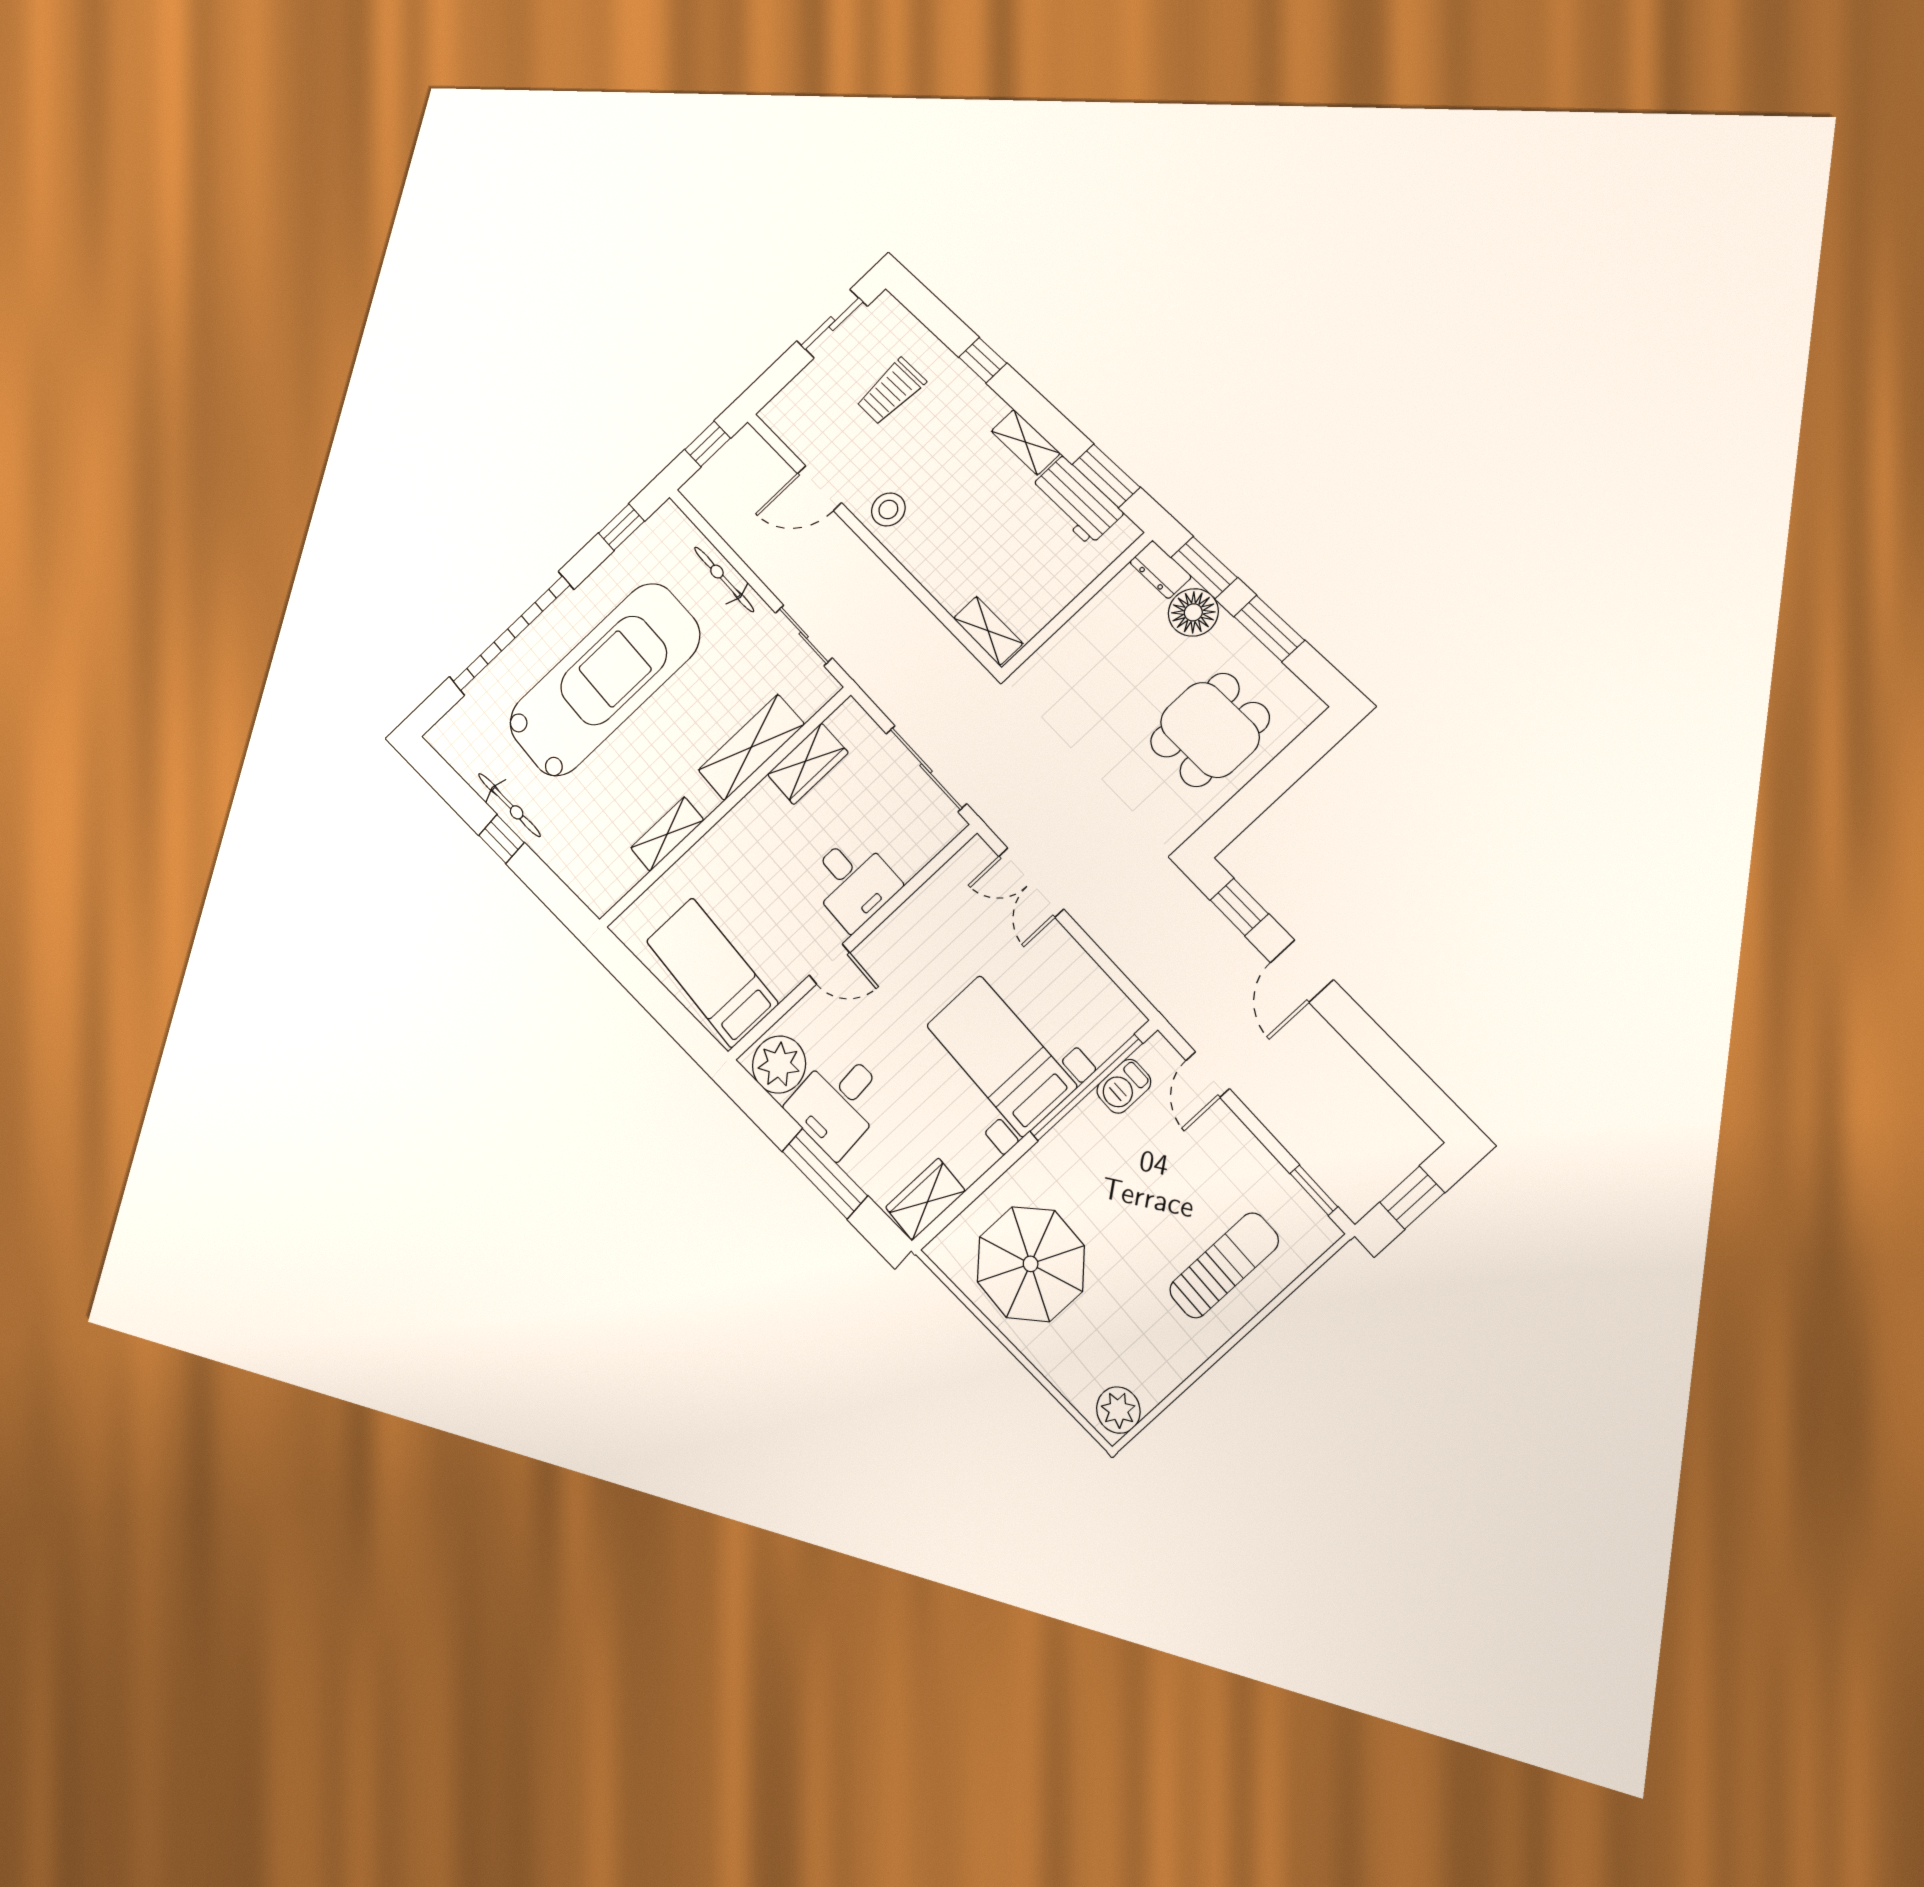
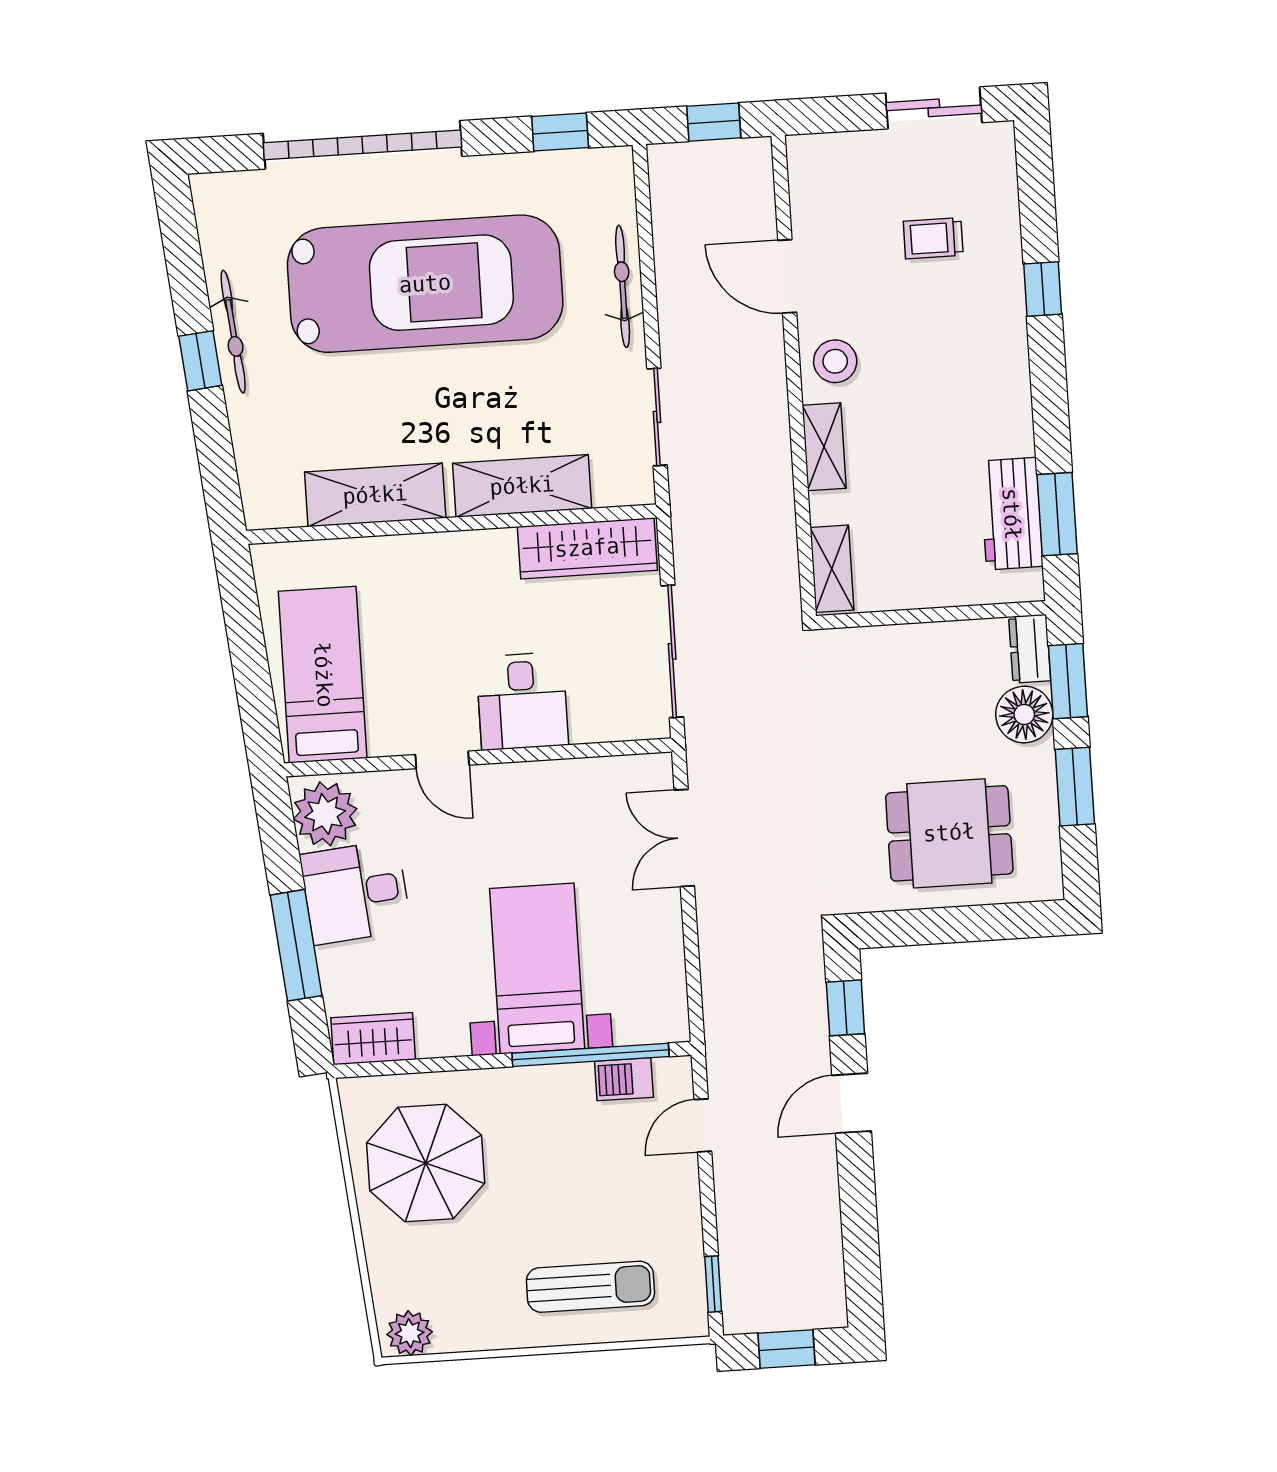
trolley: (891, 391) -> (933, 238), width x0.73, depth x0.72
shelving: (1026, 442) -> (824, 447), moved
wardrobe: (808, 764) -> (587, 548), width x1.50
shelving: (667, 834) -> (375, 495), width x1.50, depth x1.33

